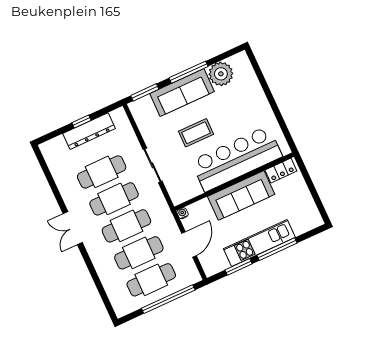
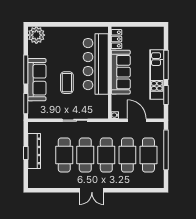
plant: (221, 74) -> (36, 35), moved

